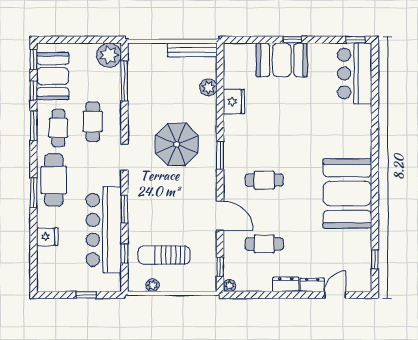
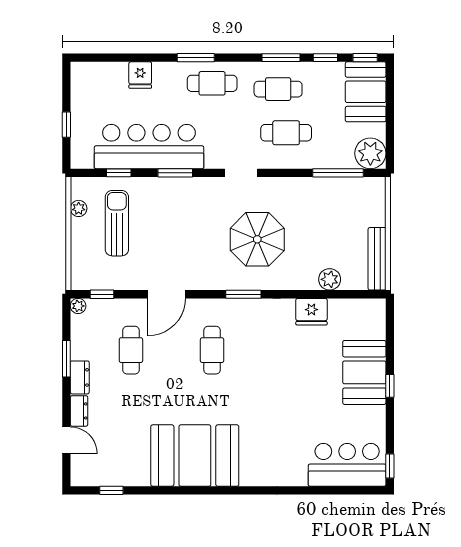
booth: (53, 76) -> (366, 92), moved, turned 90
cafe table: (54, 180) -> (212, 83), width x0.73, depth x0.74
window: (271, 295) -> (66, 359), added

